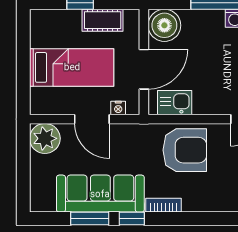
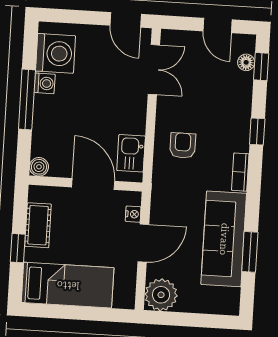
boiler: (164, 25) -> (39, 167), width x0.54, depth x0.54
bed: (72, 67) -> (68, 285), moved, turned 90
armchair: (185, 150) -> (183, 145), width x0.53, depth x0.53
window: (132, 219) -> (257, 131), moved

